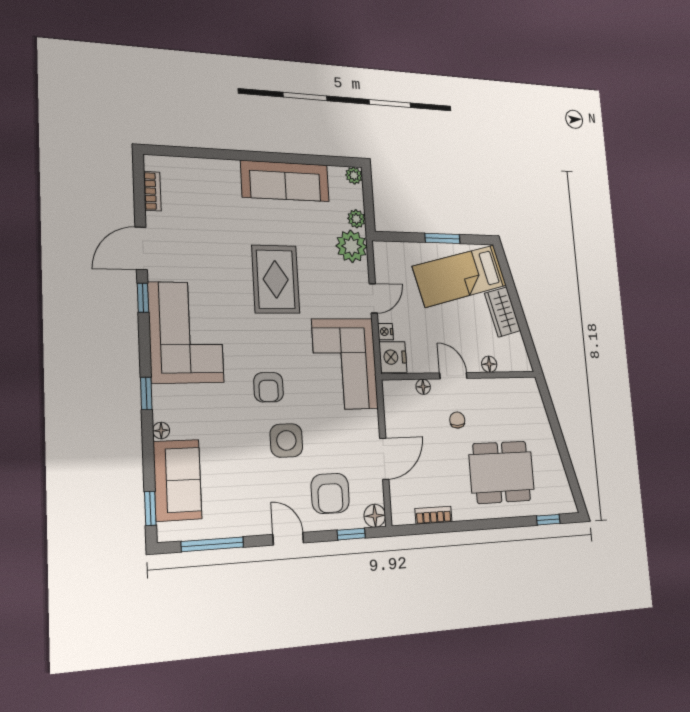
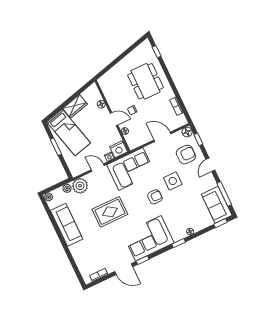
door: (453, 376) -> (114, 119), swing flipped
sofa: (177, 480) -> (217, 205), moved, turned -90

